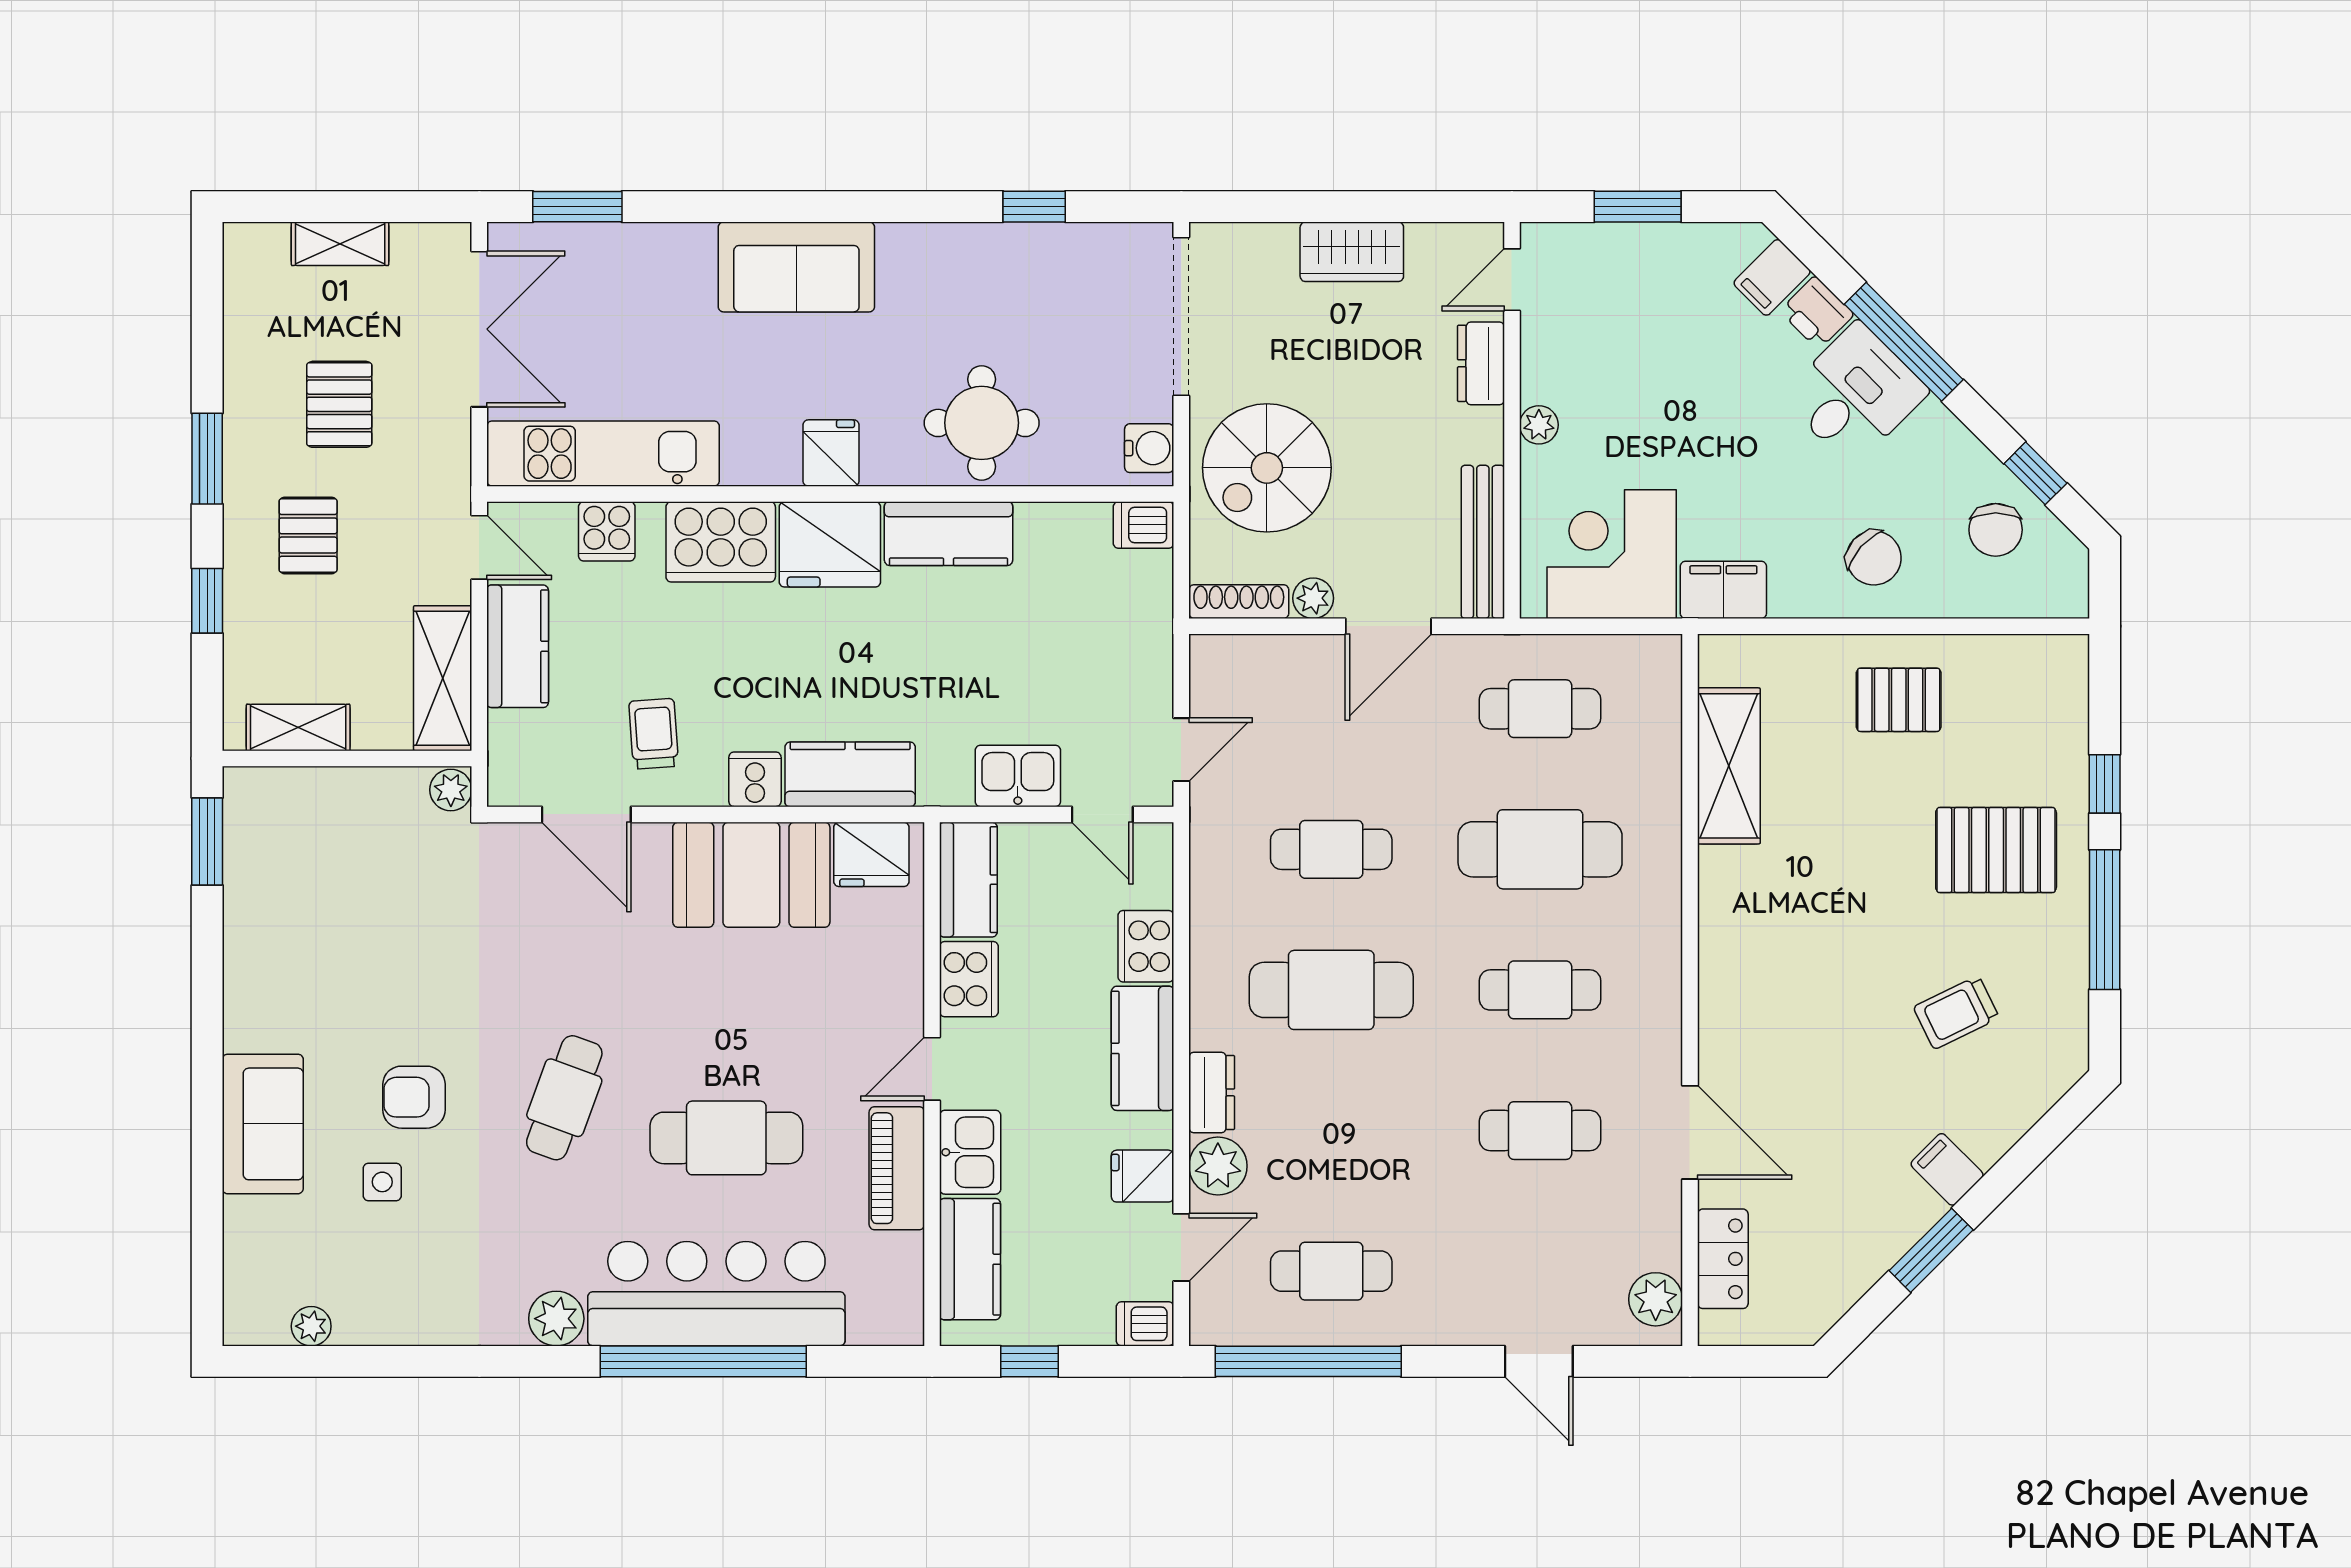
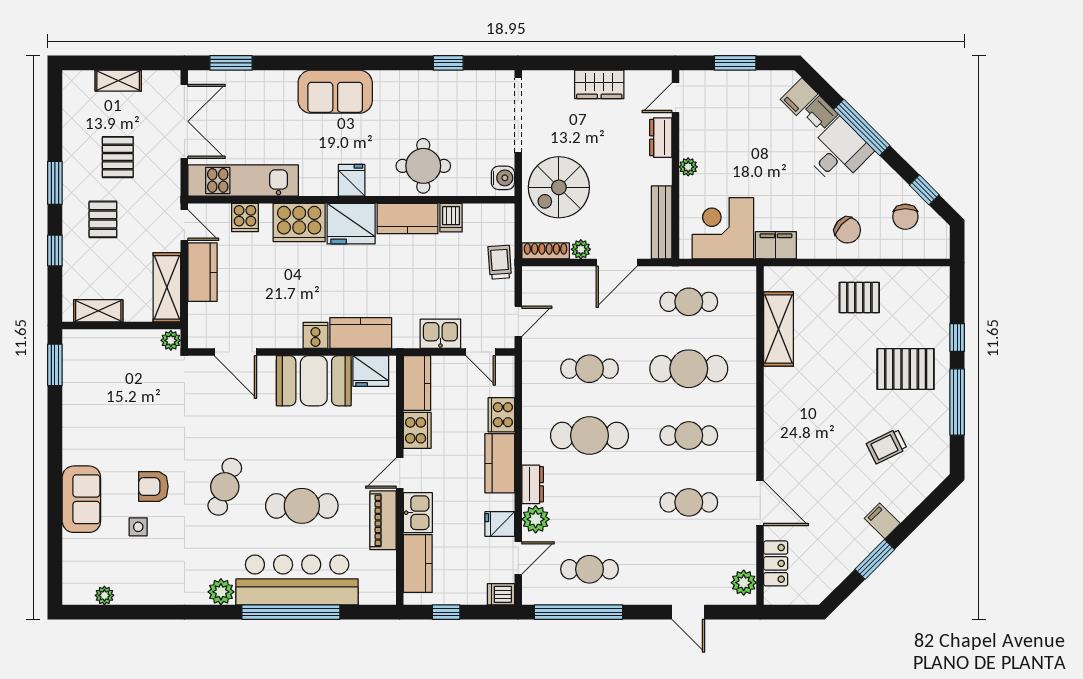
dishwasher: (1143, 525) -> (451, 218), moved, turned -90
trolley: (654, 734) -> (500, 262), moved

